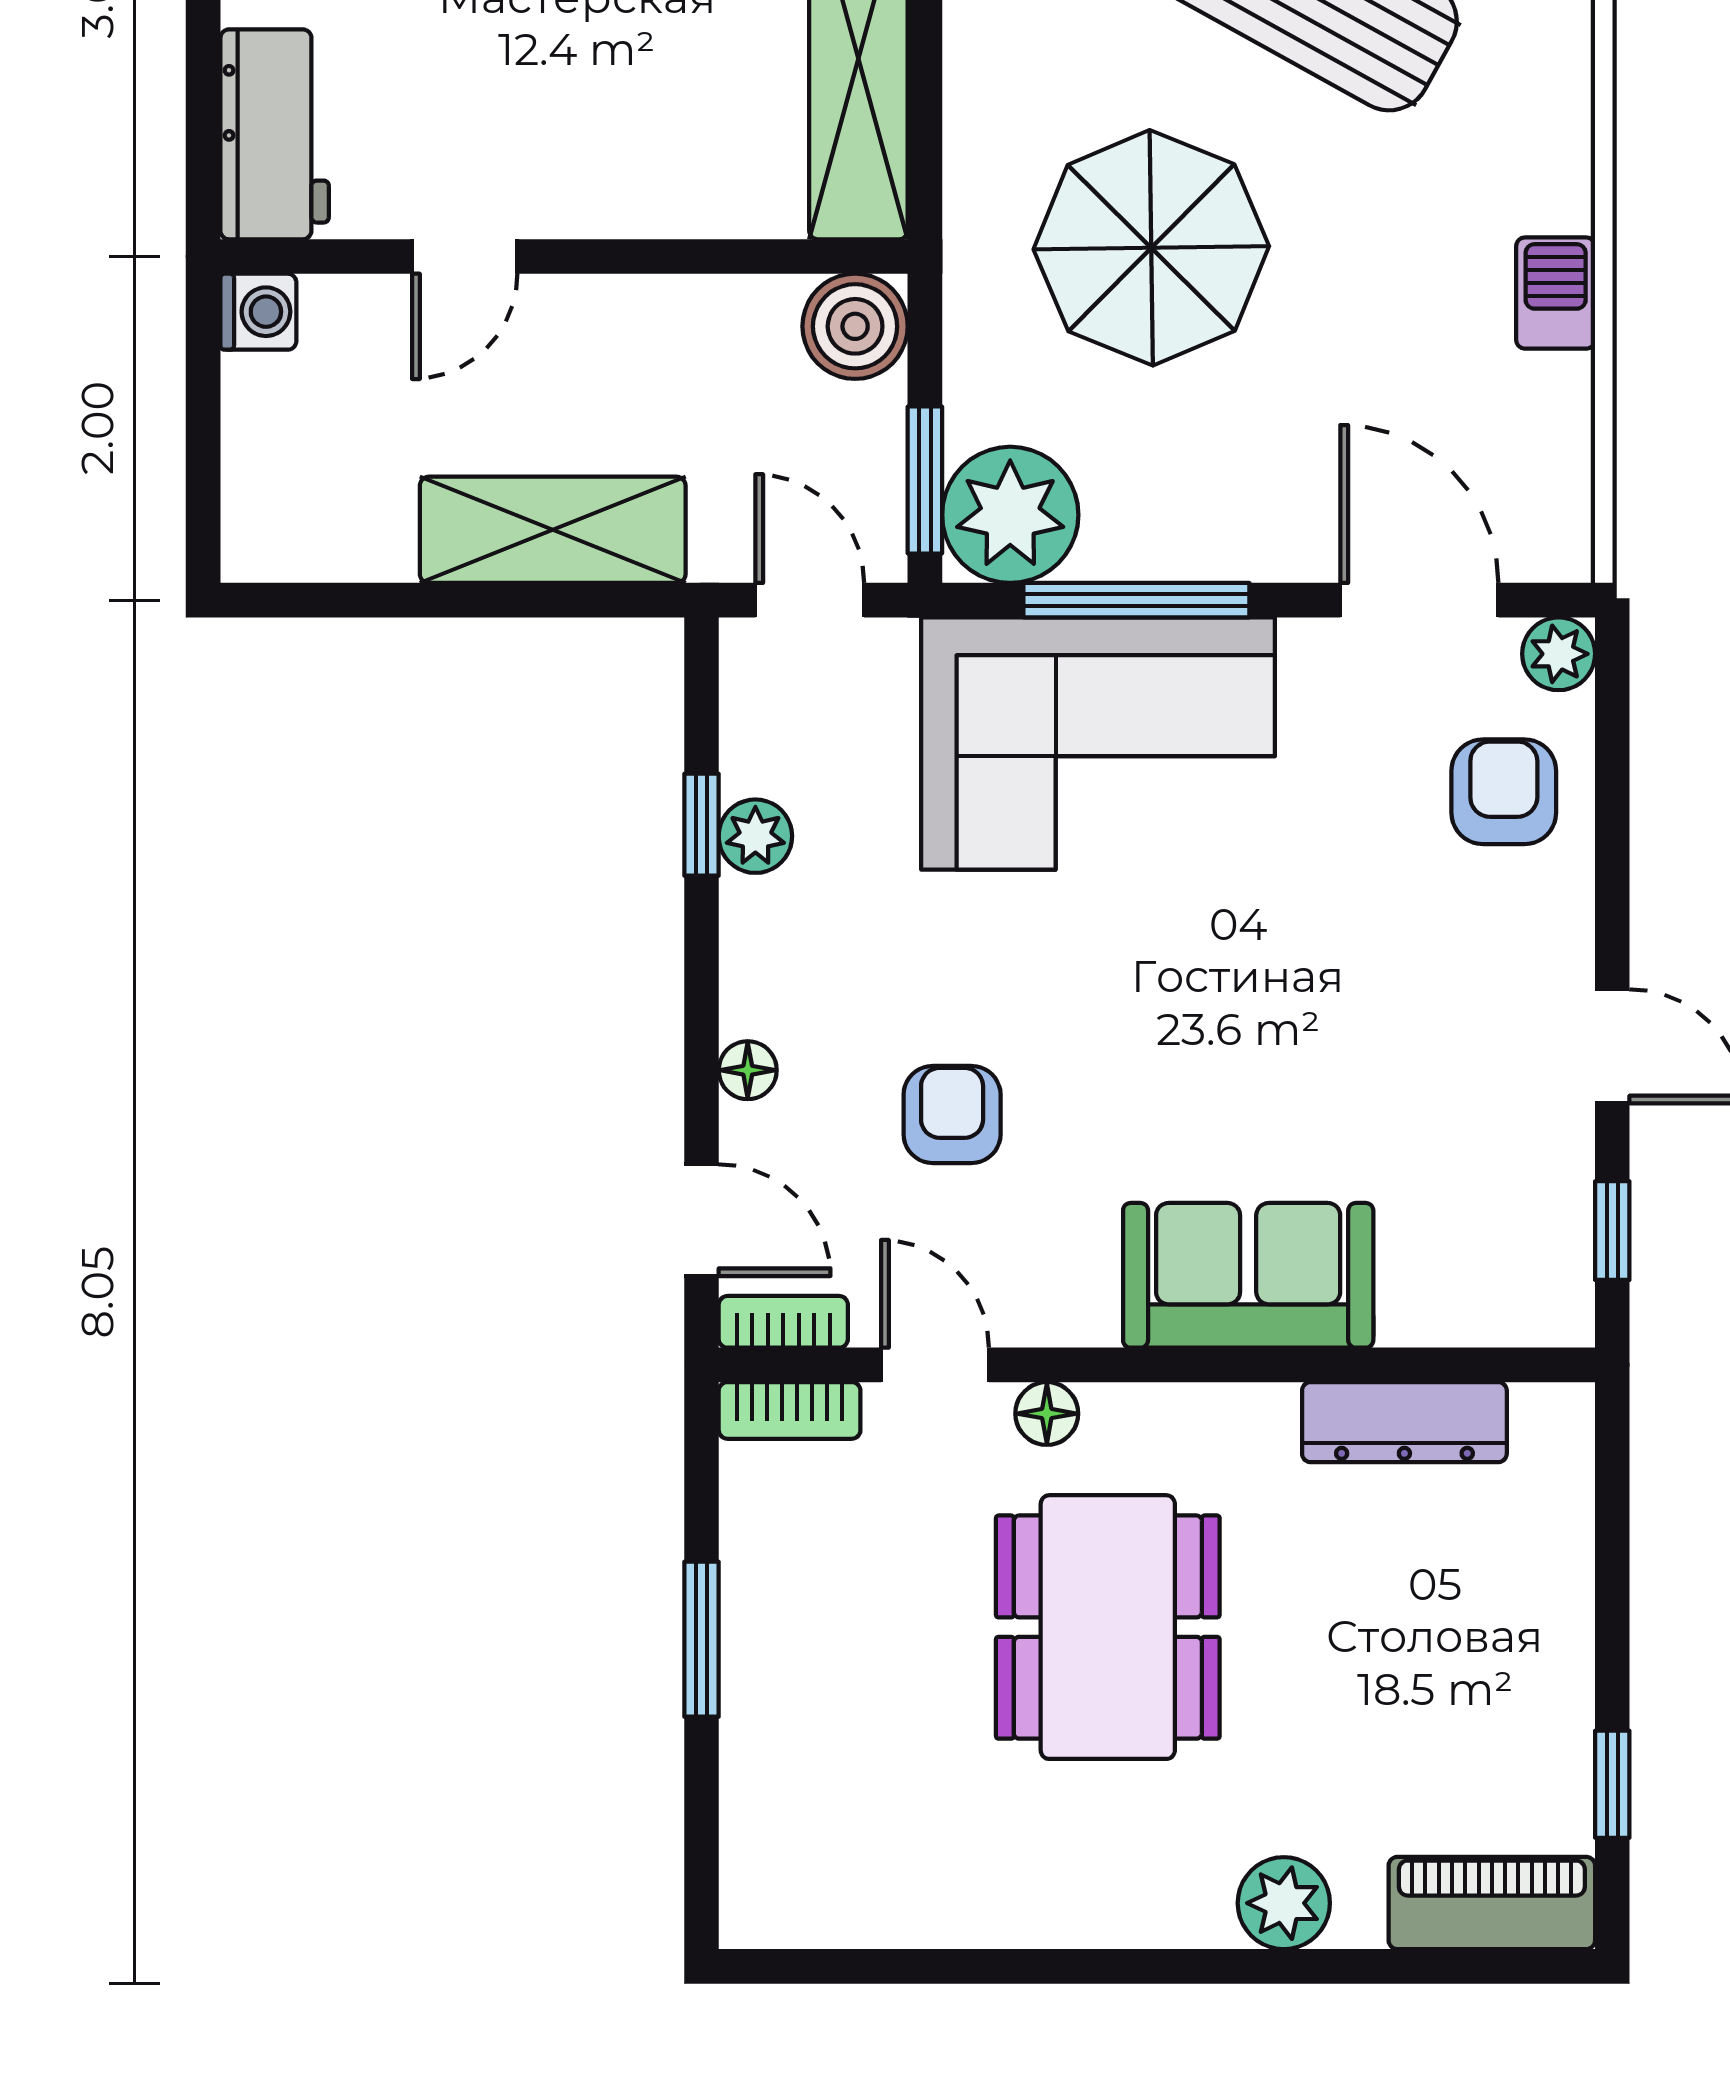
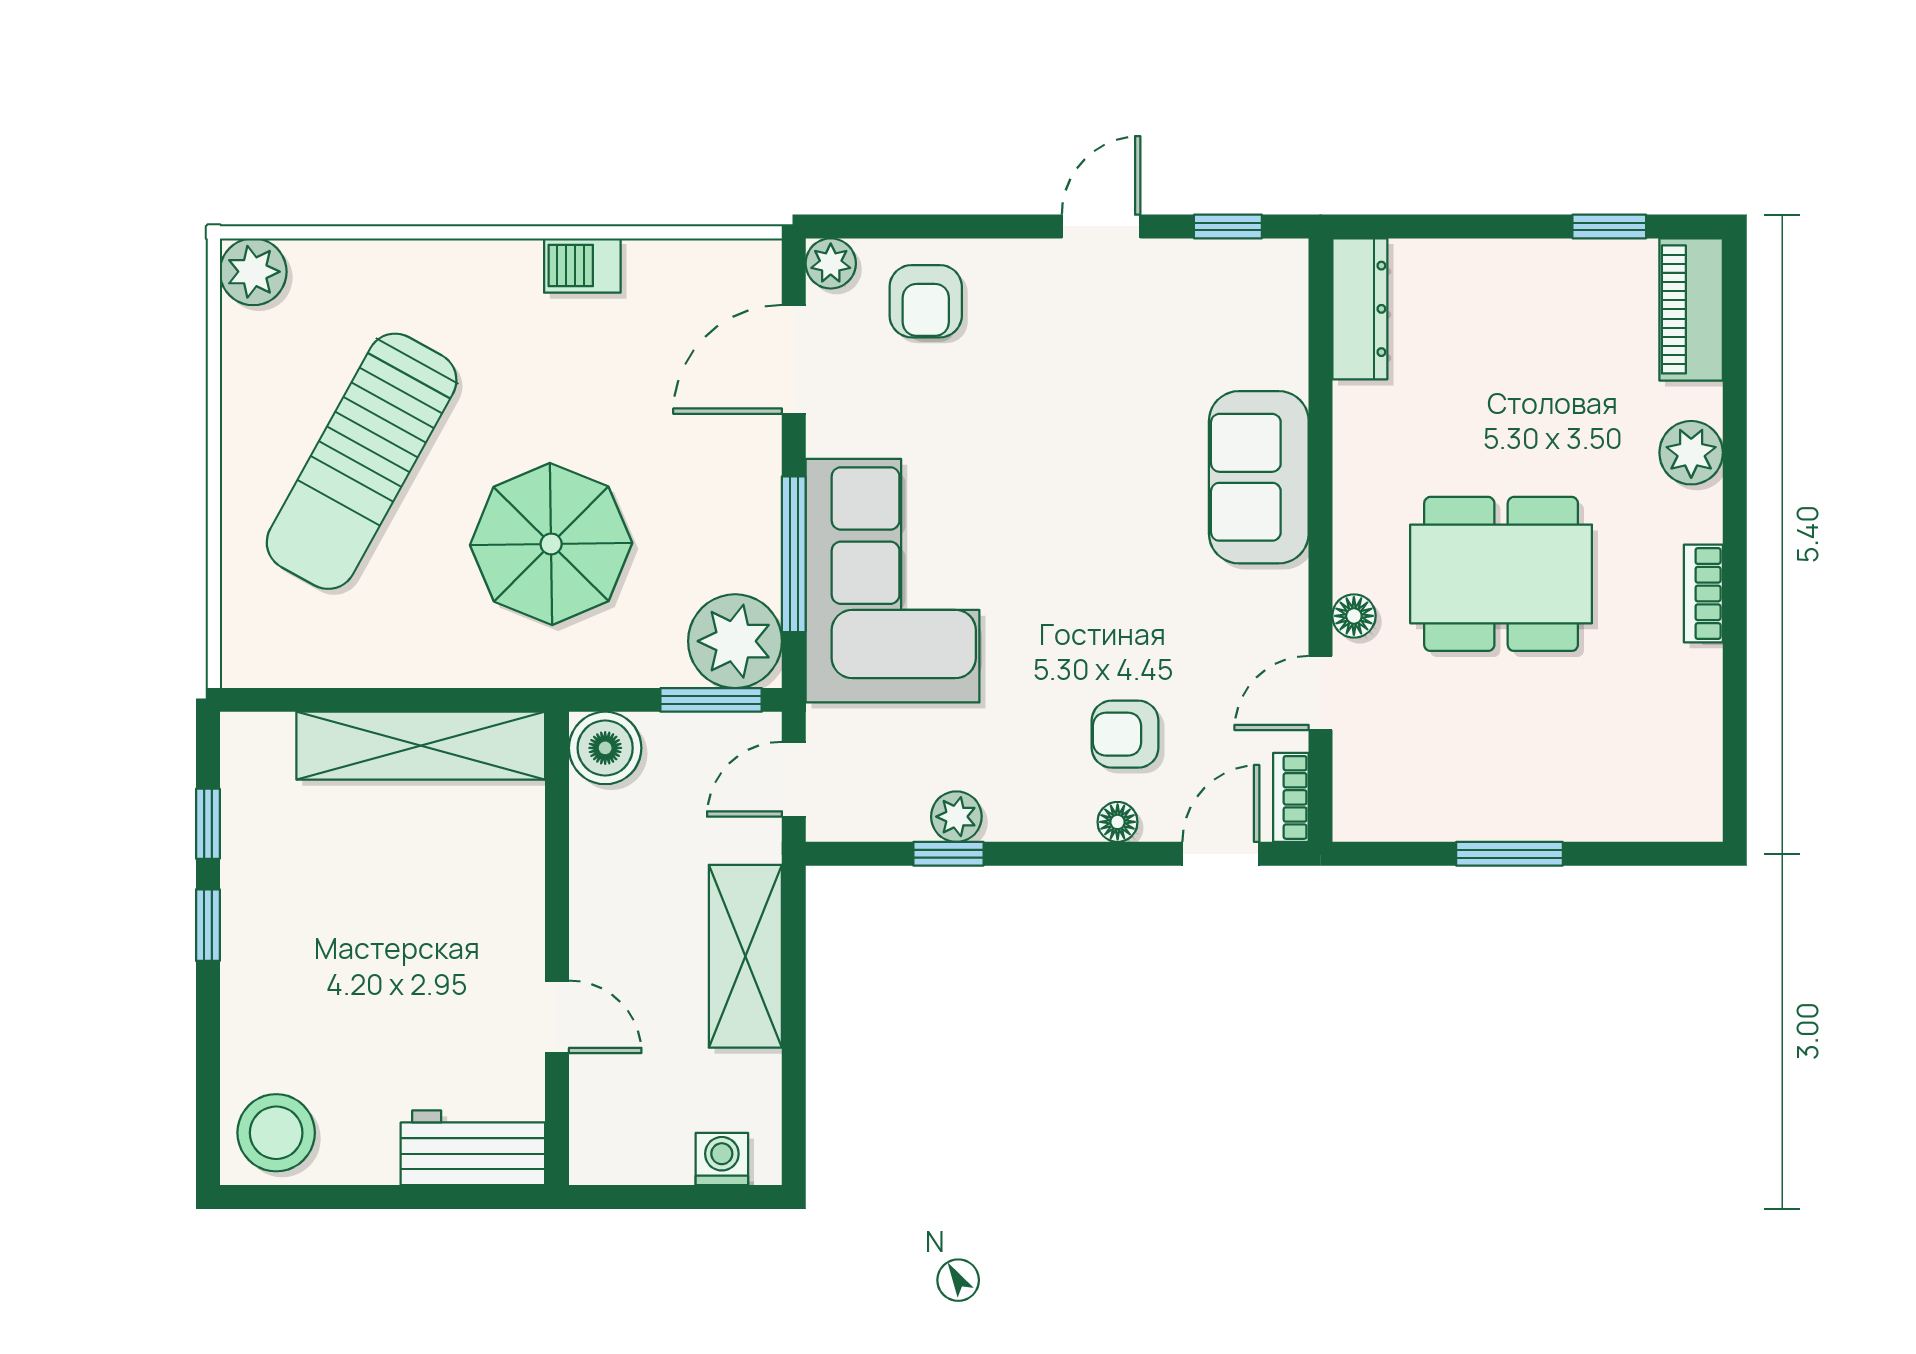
washing machine: (258, 312) -> (722, 1159), moved
armchair: (1504, 792) -> (926, 301), turned -90
armchair: (952, 1114) -> (1125, 734), moved
bookcase: (790, 1410) -> (1703, 594), moved, turned 180
dresser: (1404, 1422) -> (1360, 309), moved

